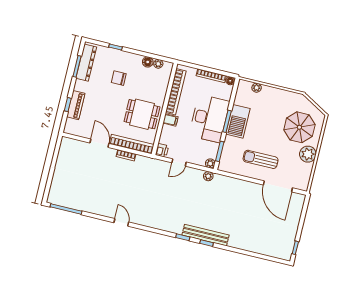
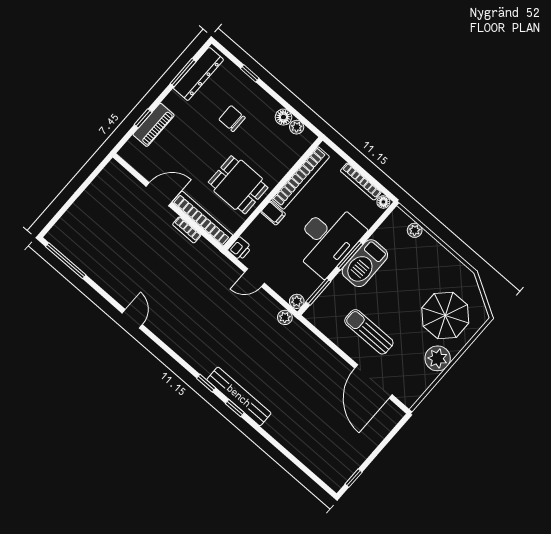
door: (99, 143) -> (159, 194), hinge flipped

